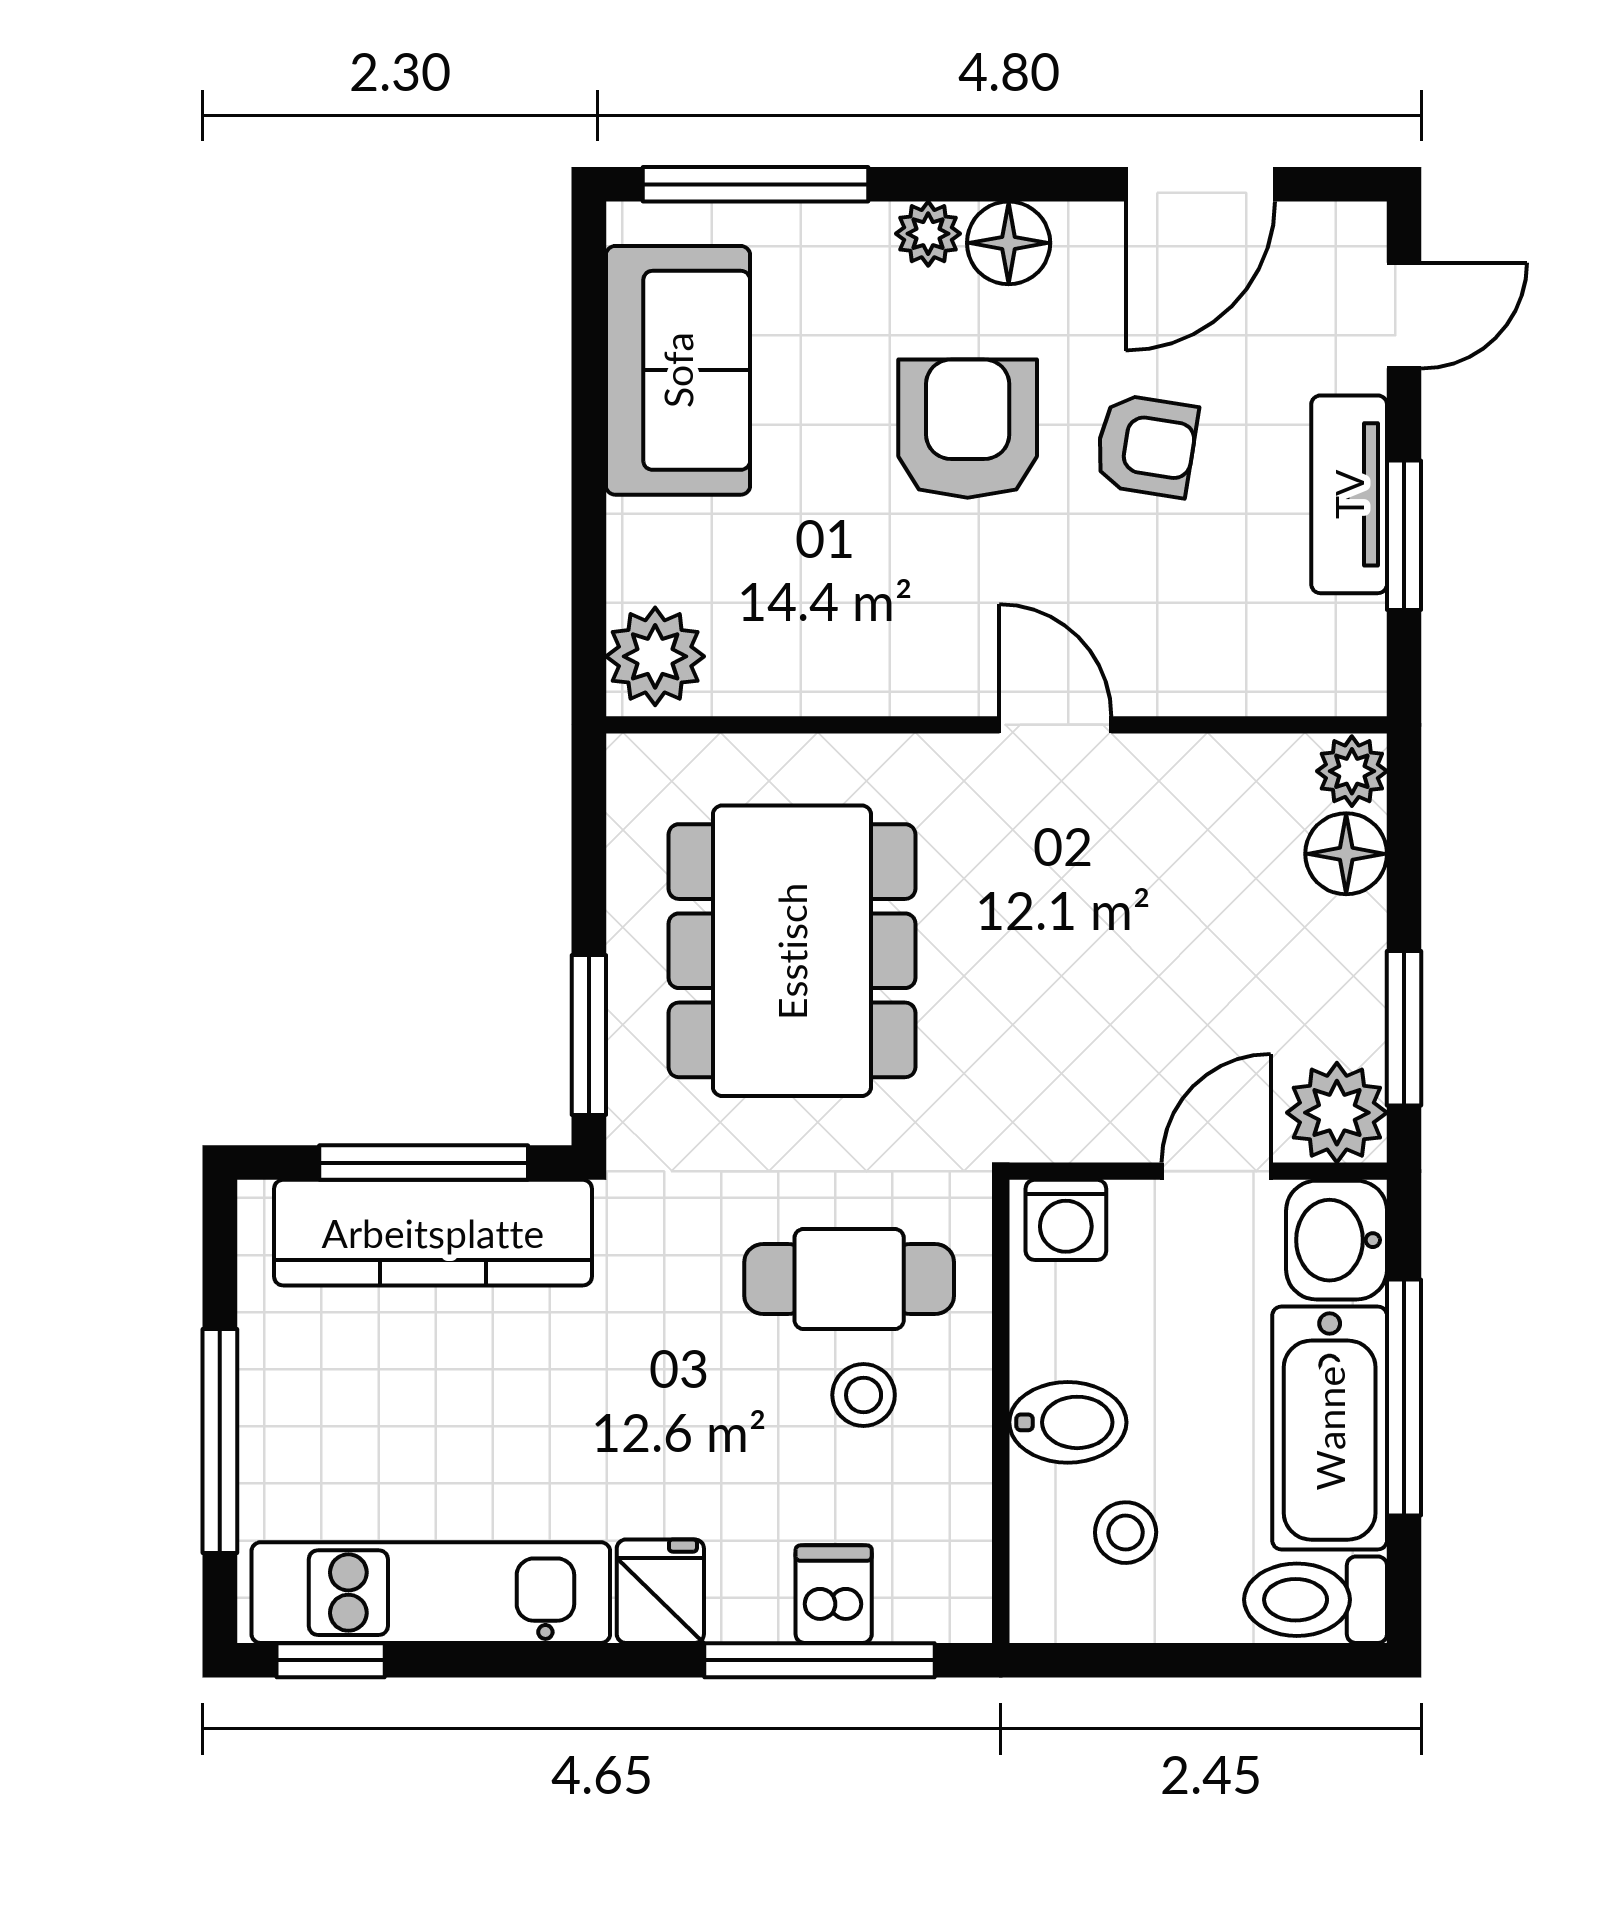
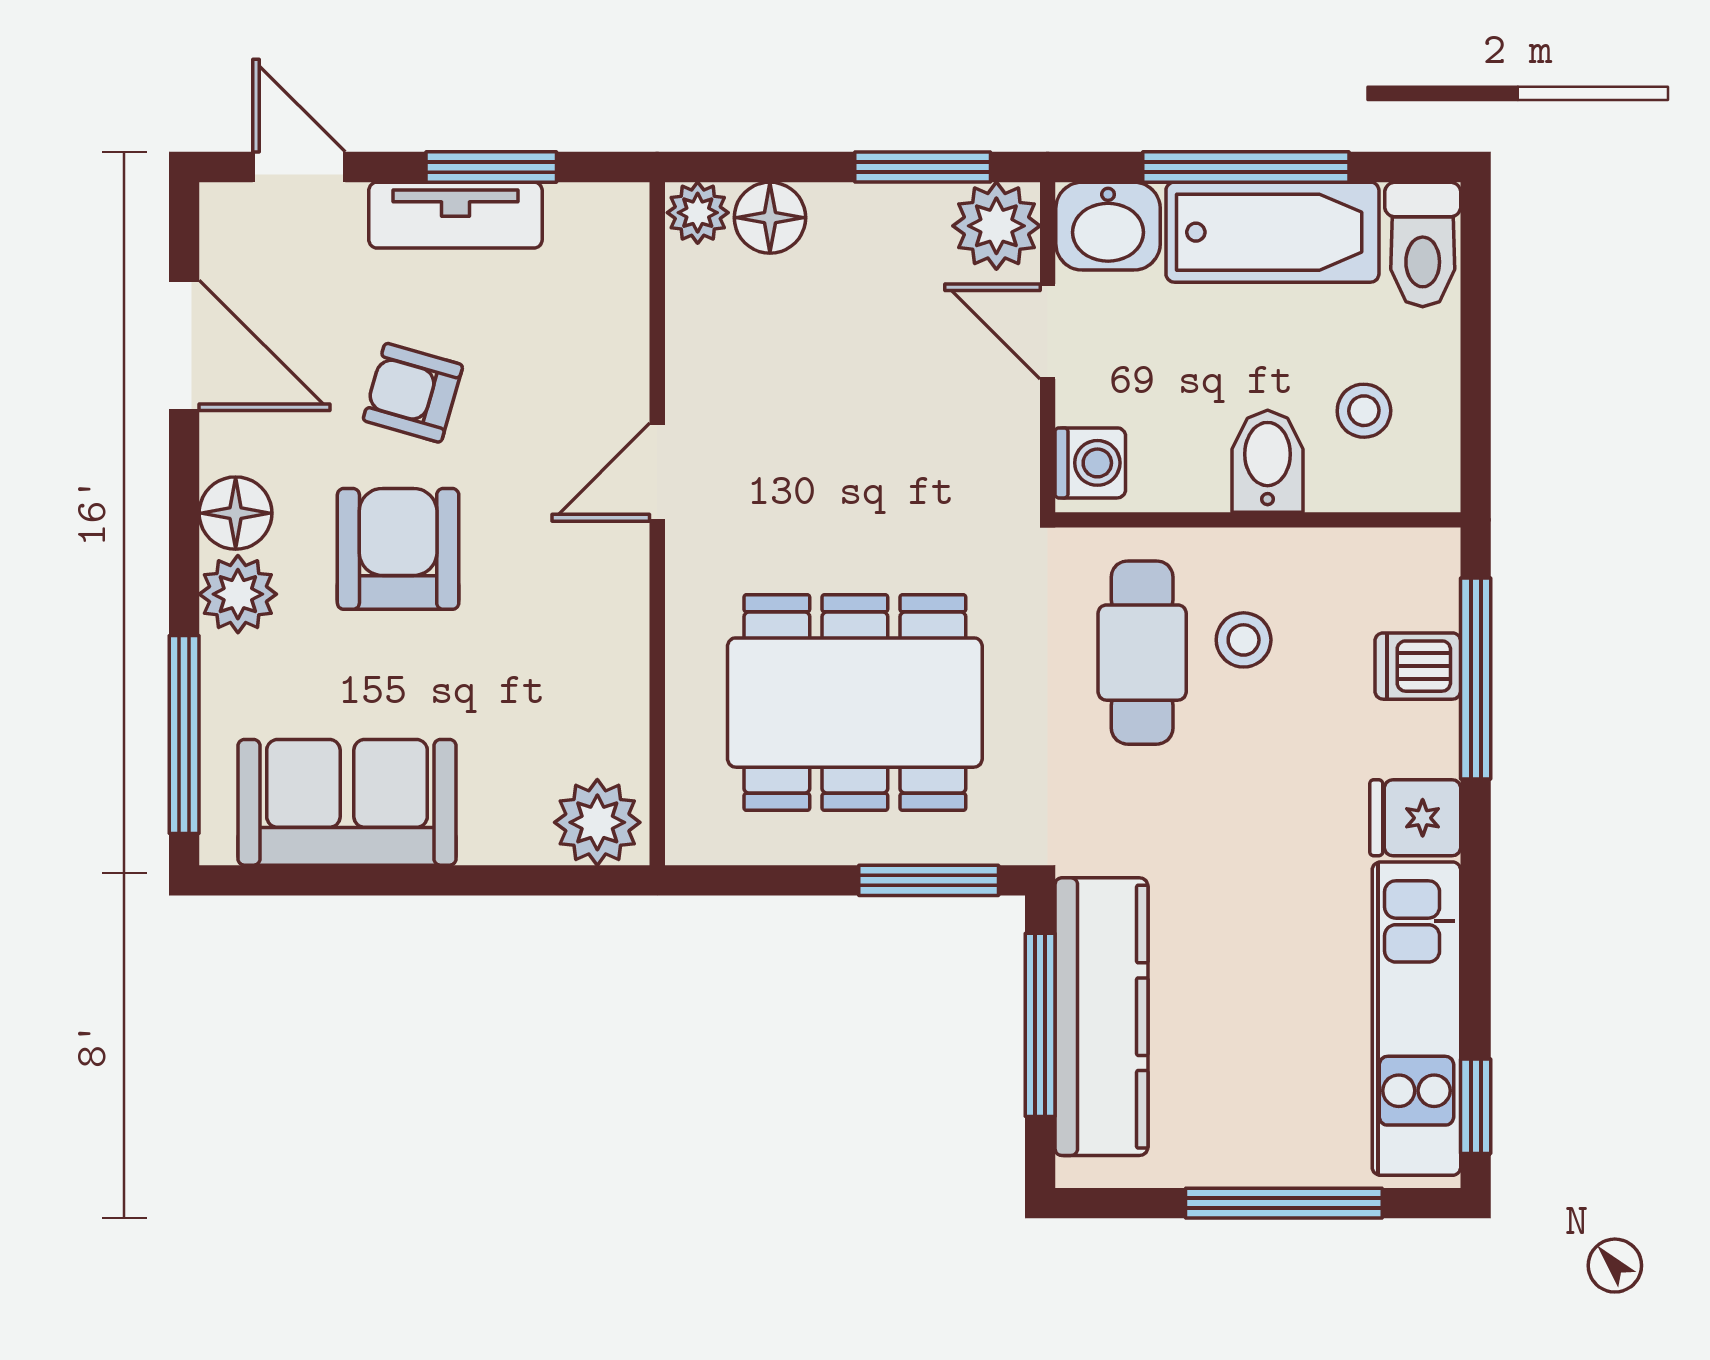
plant: (928, 234) -> (238, 594), width x1.38, depth x1.38
armchair: (968, 429) -> (398, 549), turned 90
armchair: (1146, 446) -> (413, 393), turned -83

